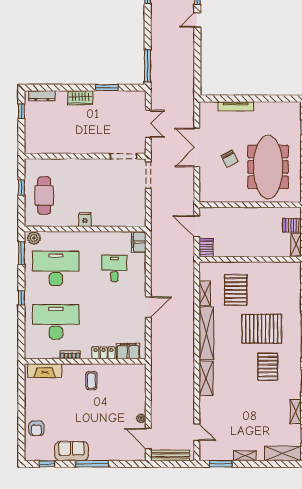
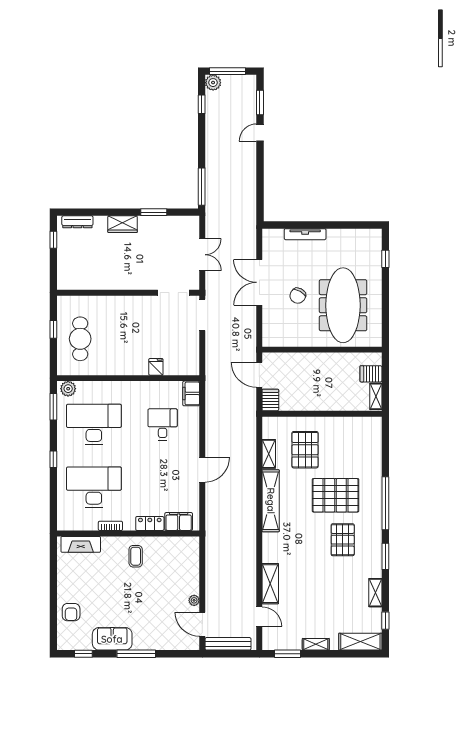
chair: (230, 159) -> (298, 296), turned 56
fridge: (85, 219) -> (156, 367), moved
shelving: (206, 378) -> (270, 584), moved

